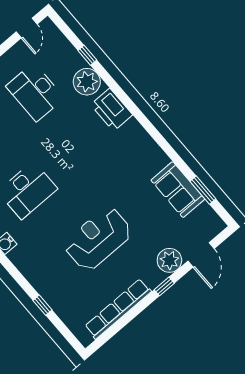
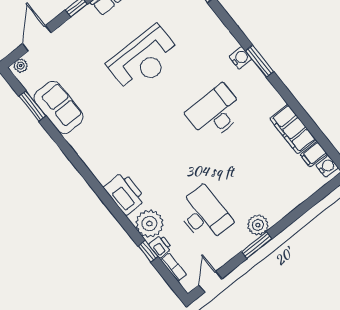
bookcase: (62, 41) -> (174, 267), added
printer: (76, 60) -> (160, 246), added
plant: (169, 260) -> (21, 66), moved, width x0.53, depth x0.53

